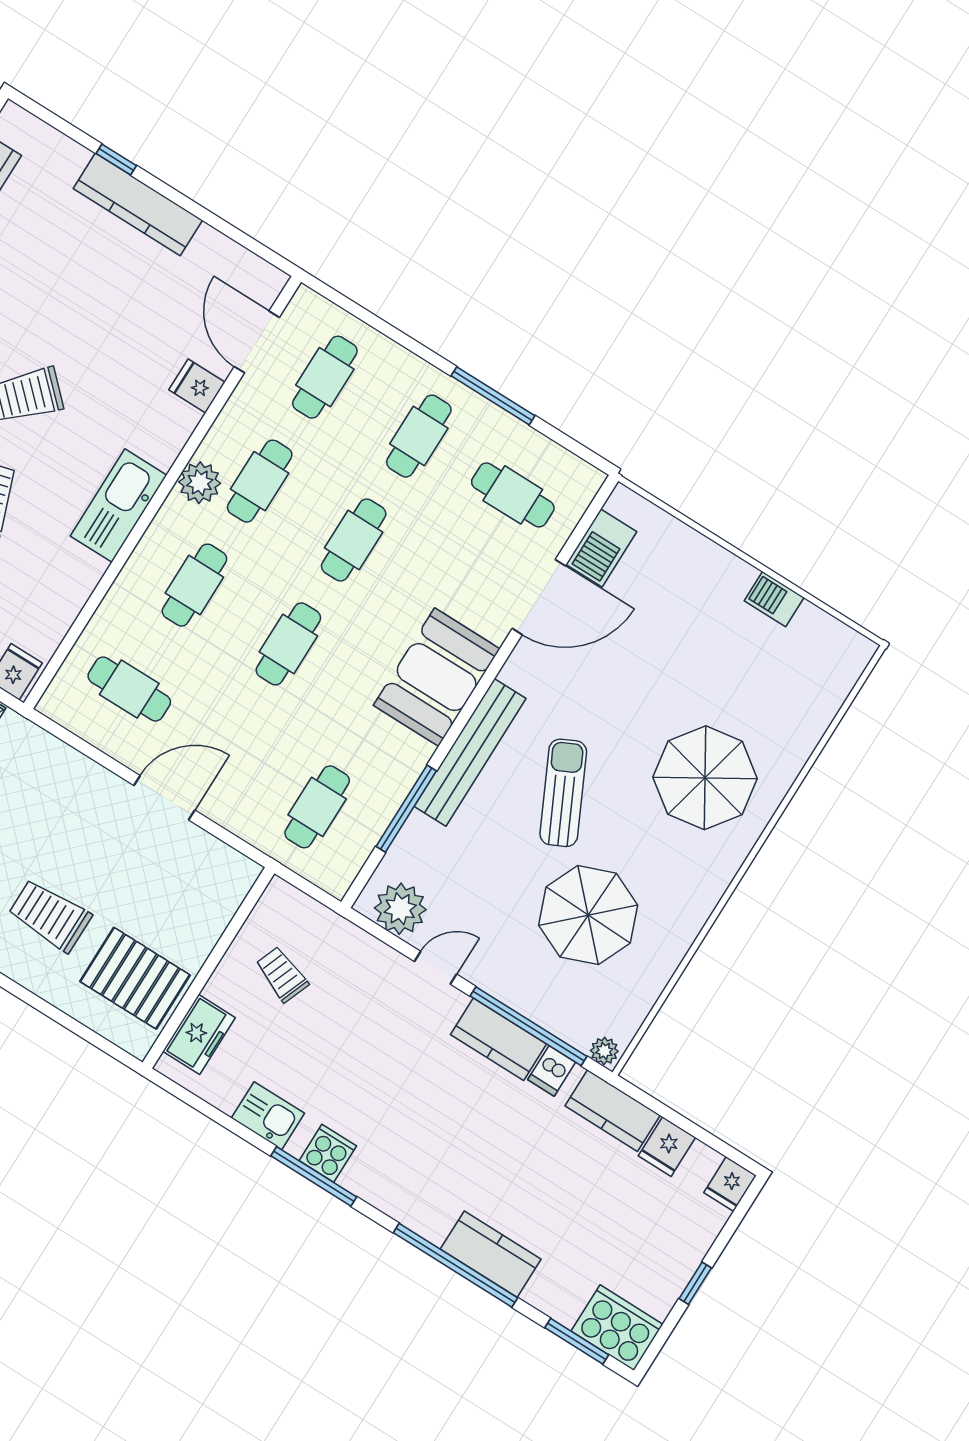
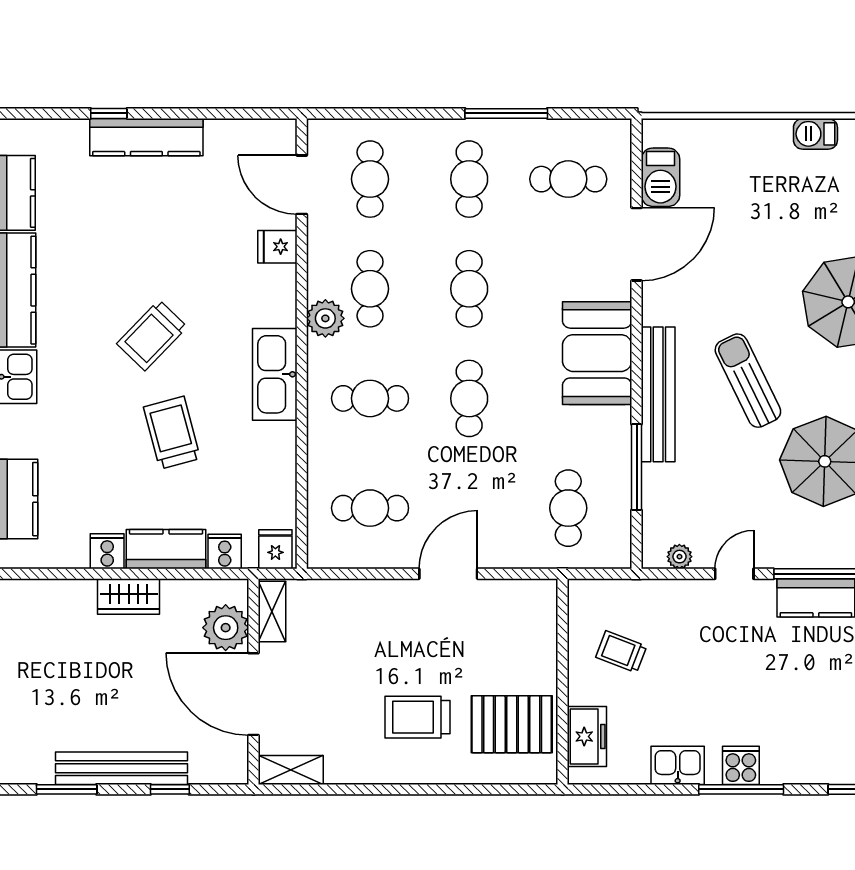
cafe table: (194, 585) -> (370, 398), turned 90
plant: (400, 909) -> (679, 557), width x0.53, depth x0.53

